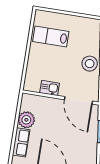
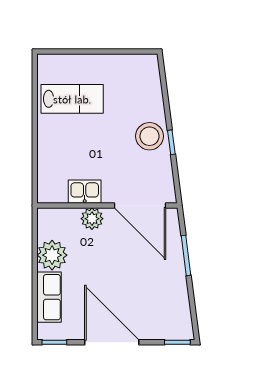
lab bench: (51, 37) -> (72, 99), turned 180
plant: (51, 103) -> (92, 219), added

